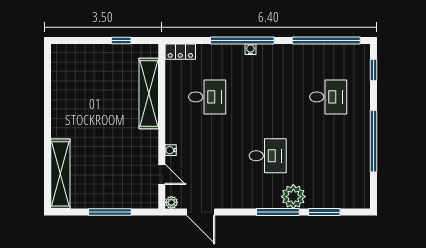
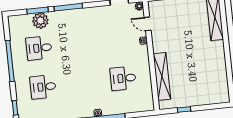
locker: (180, 52) -> (144, 106), removed
desk: (268, 156) -> (39, 48), moved
plant: (293, 197) -> (40, 21), moved

